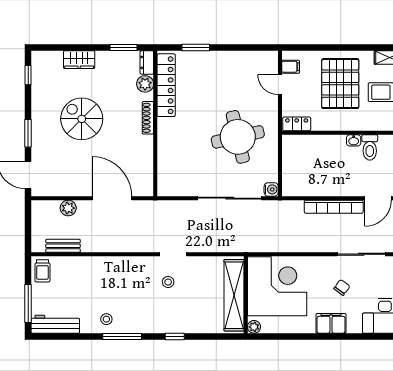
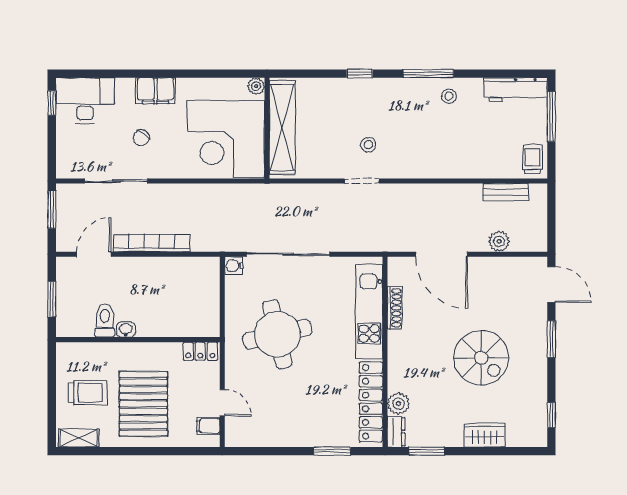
shoe rack: (148, 118) -> (395, 308), moved
kitchen unit: (167, 154) -> (369, 312), added

